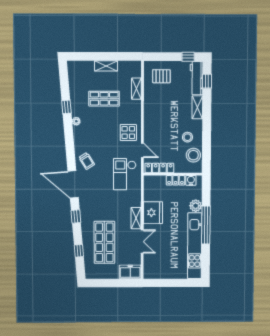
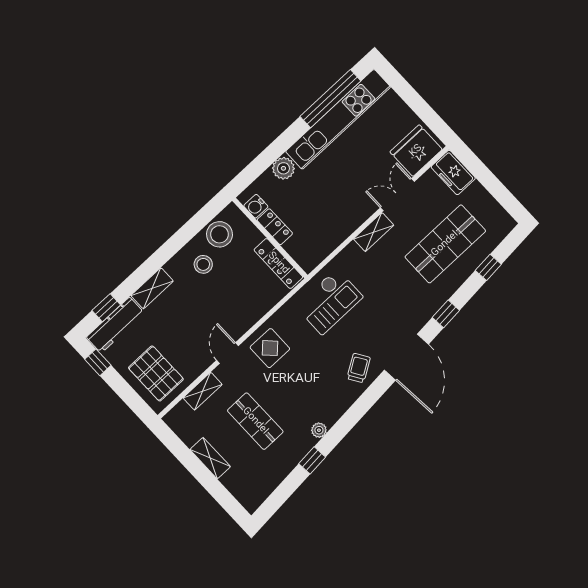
pallet: (161, 76) -> (156, 373), width x1.50, depth x1.42
door: (142, 150) -> (228, 353), moved
fridge: (153, 213) -> (416, 151), moved
window: (206, 225) -> (330, 99), moved

